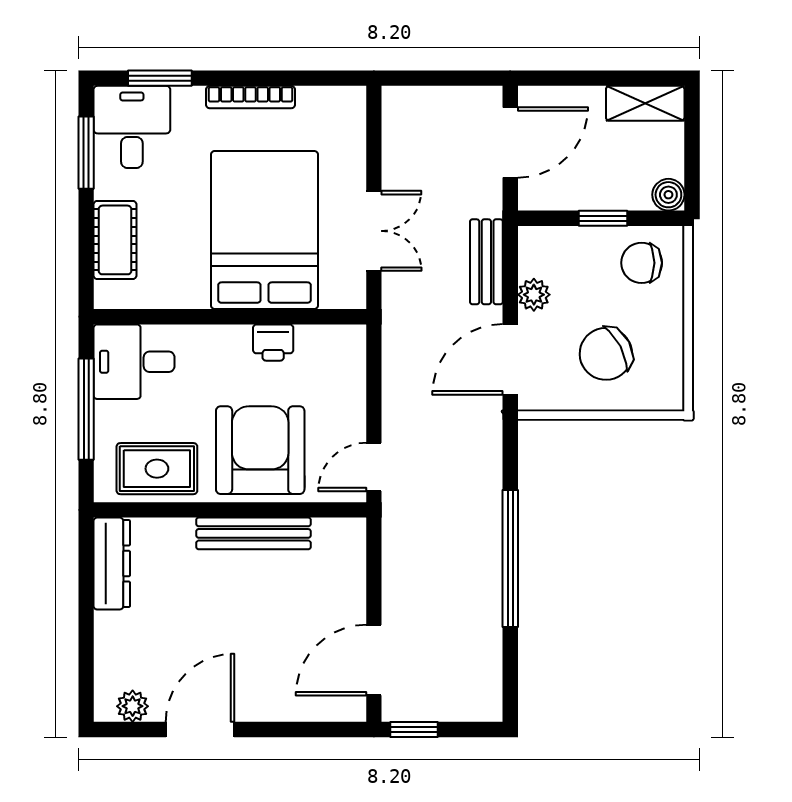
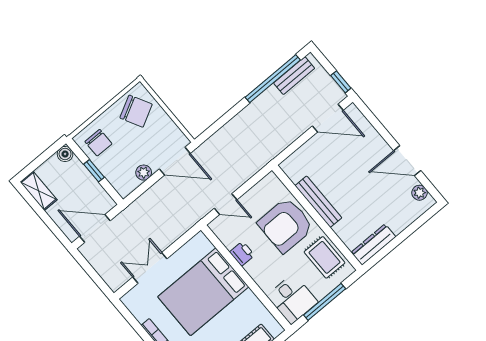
double door: (374, 231) -> (150, 268), moved
bench: (486, 262) -> (294, 76), moved
chair: (606, 354) -> (136, 111), moved
door: (374, 467) -> (226, 204), moved
window: (510, 559) -> (273, 79), moved

